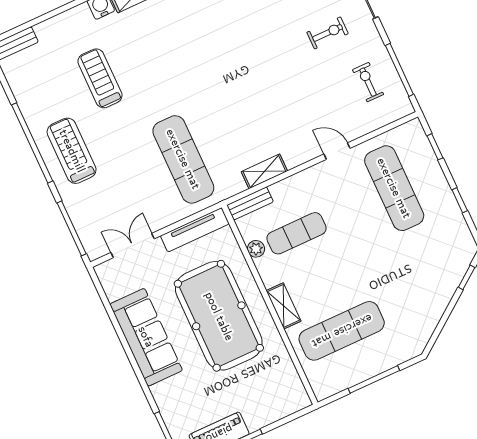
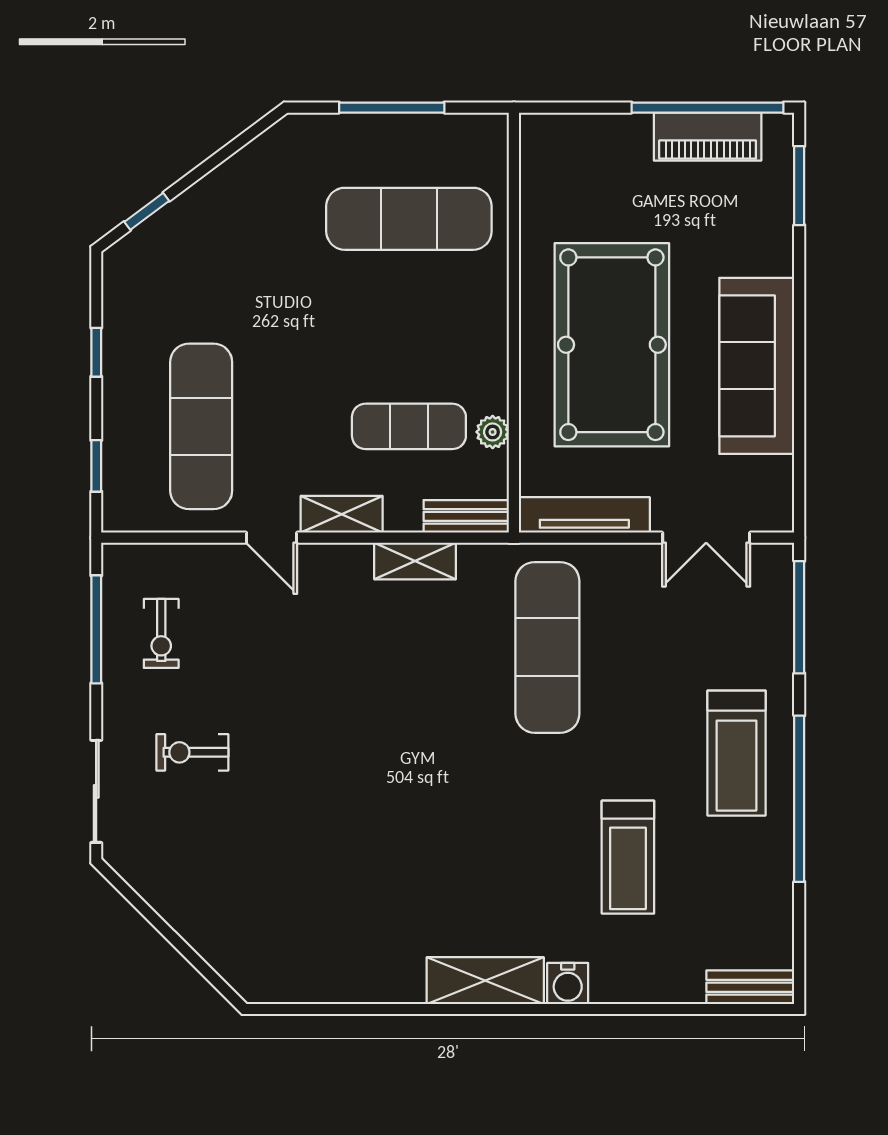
shelving: (284, 306) -> (342, 514), moved, turned 90

